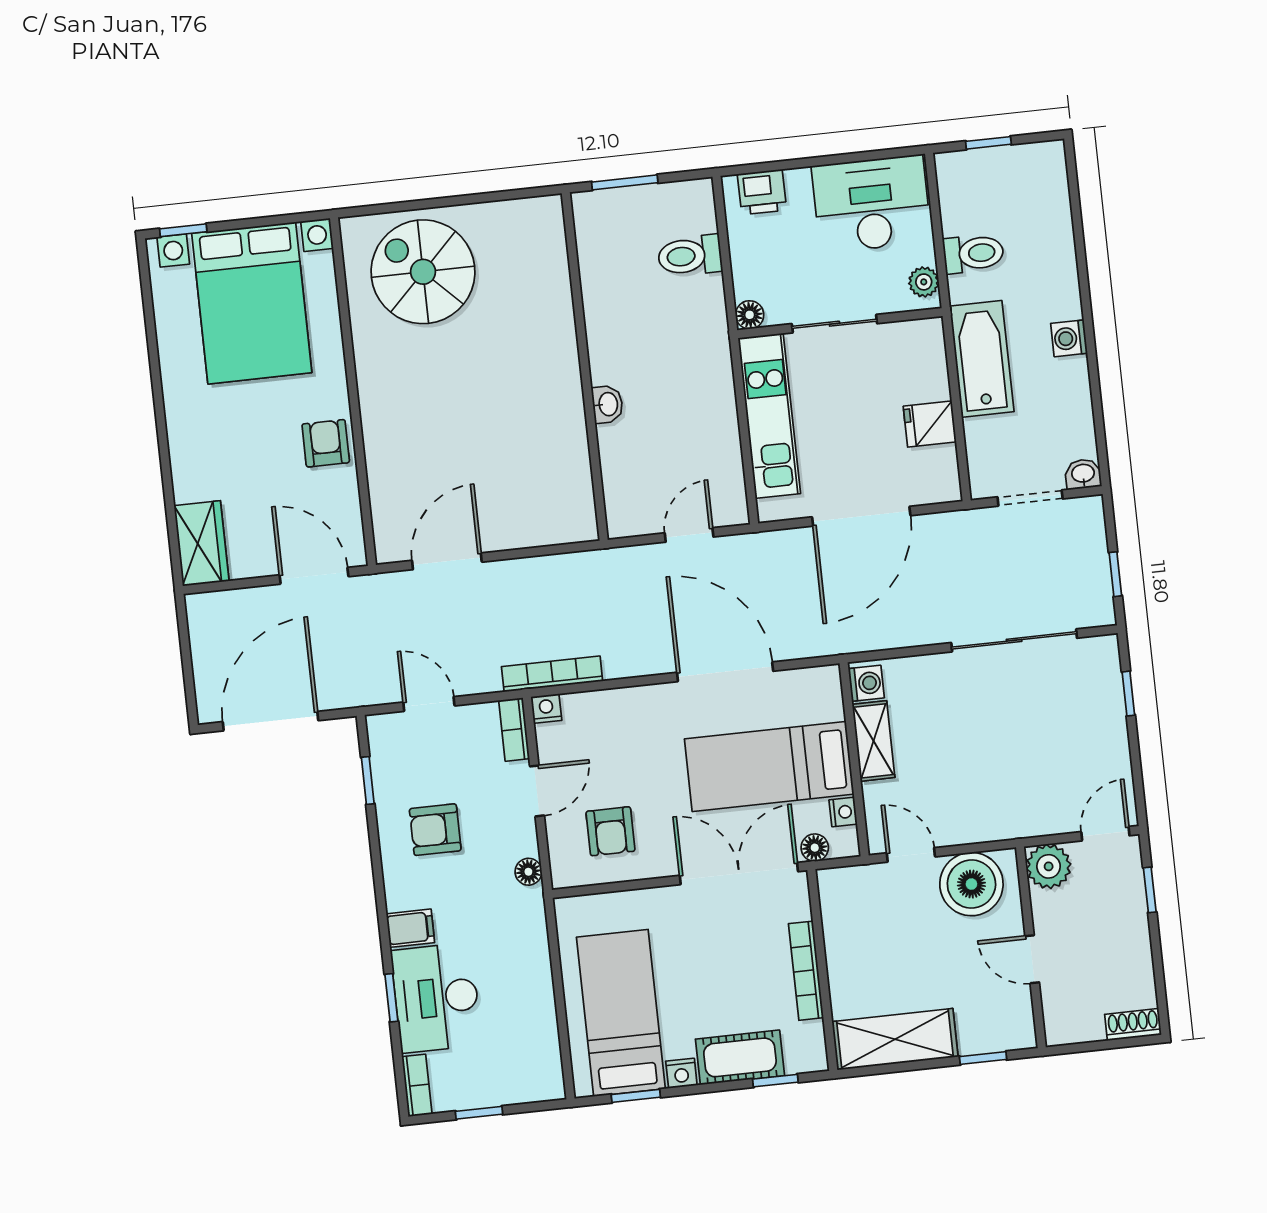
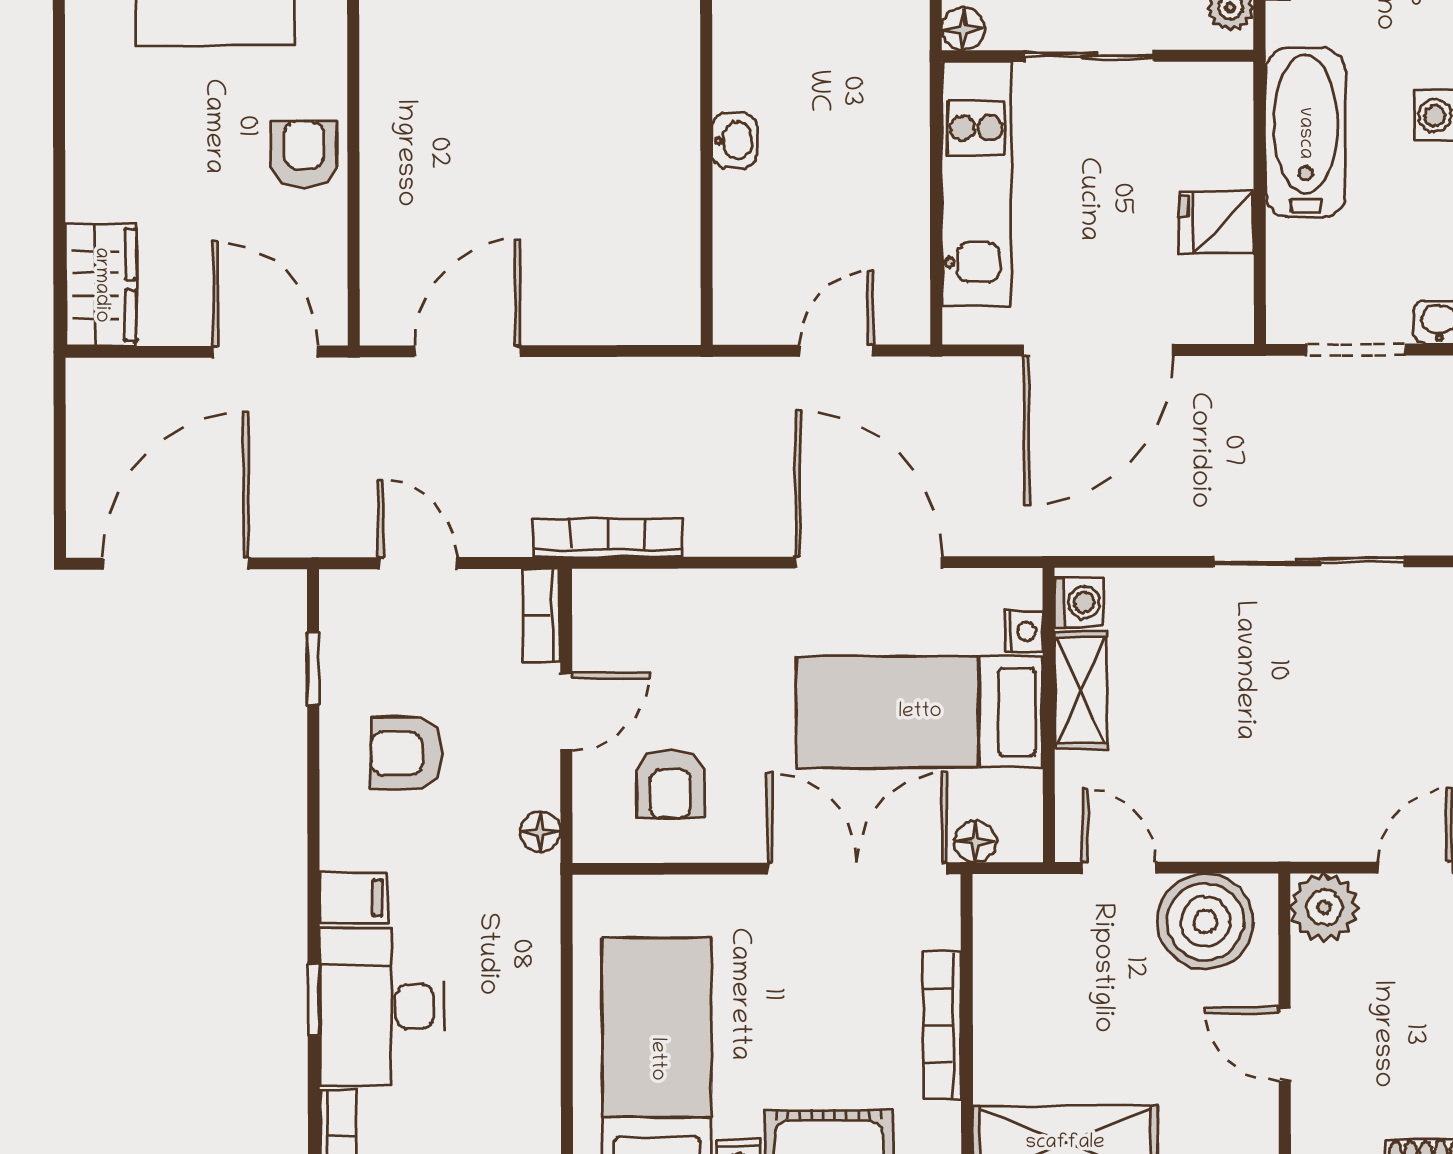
nightstand: (546, 709) -> (593, 589), removed
nightstand: (843, 812) -> (1023, 631), moved

